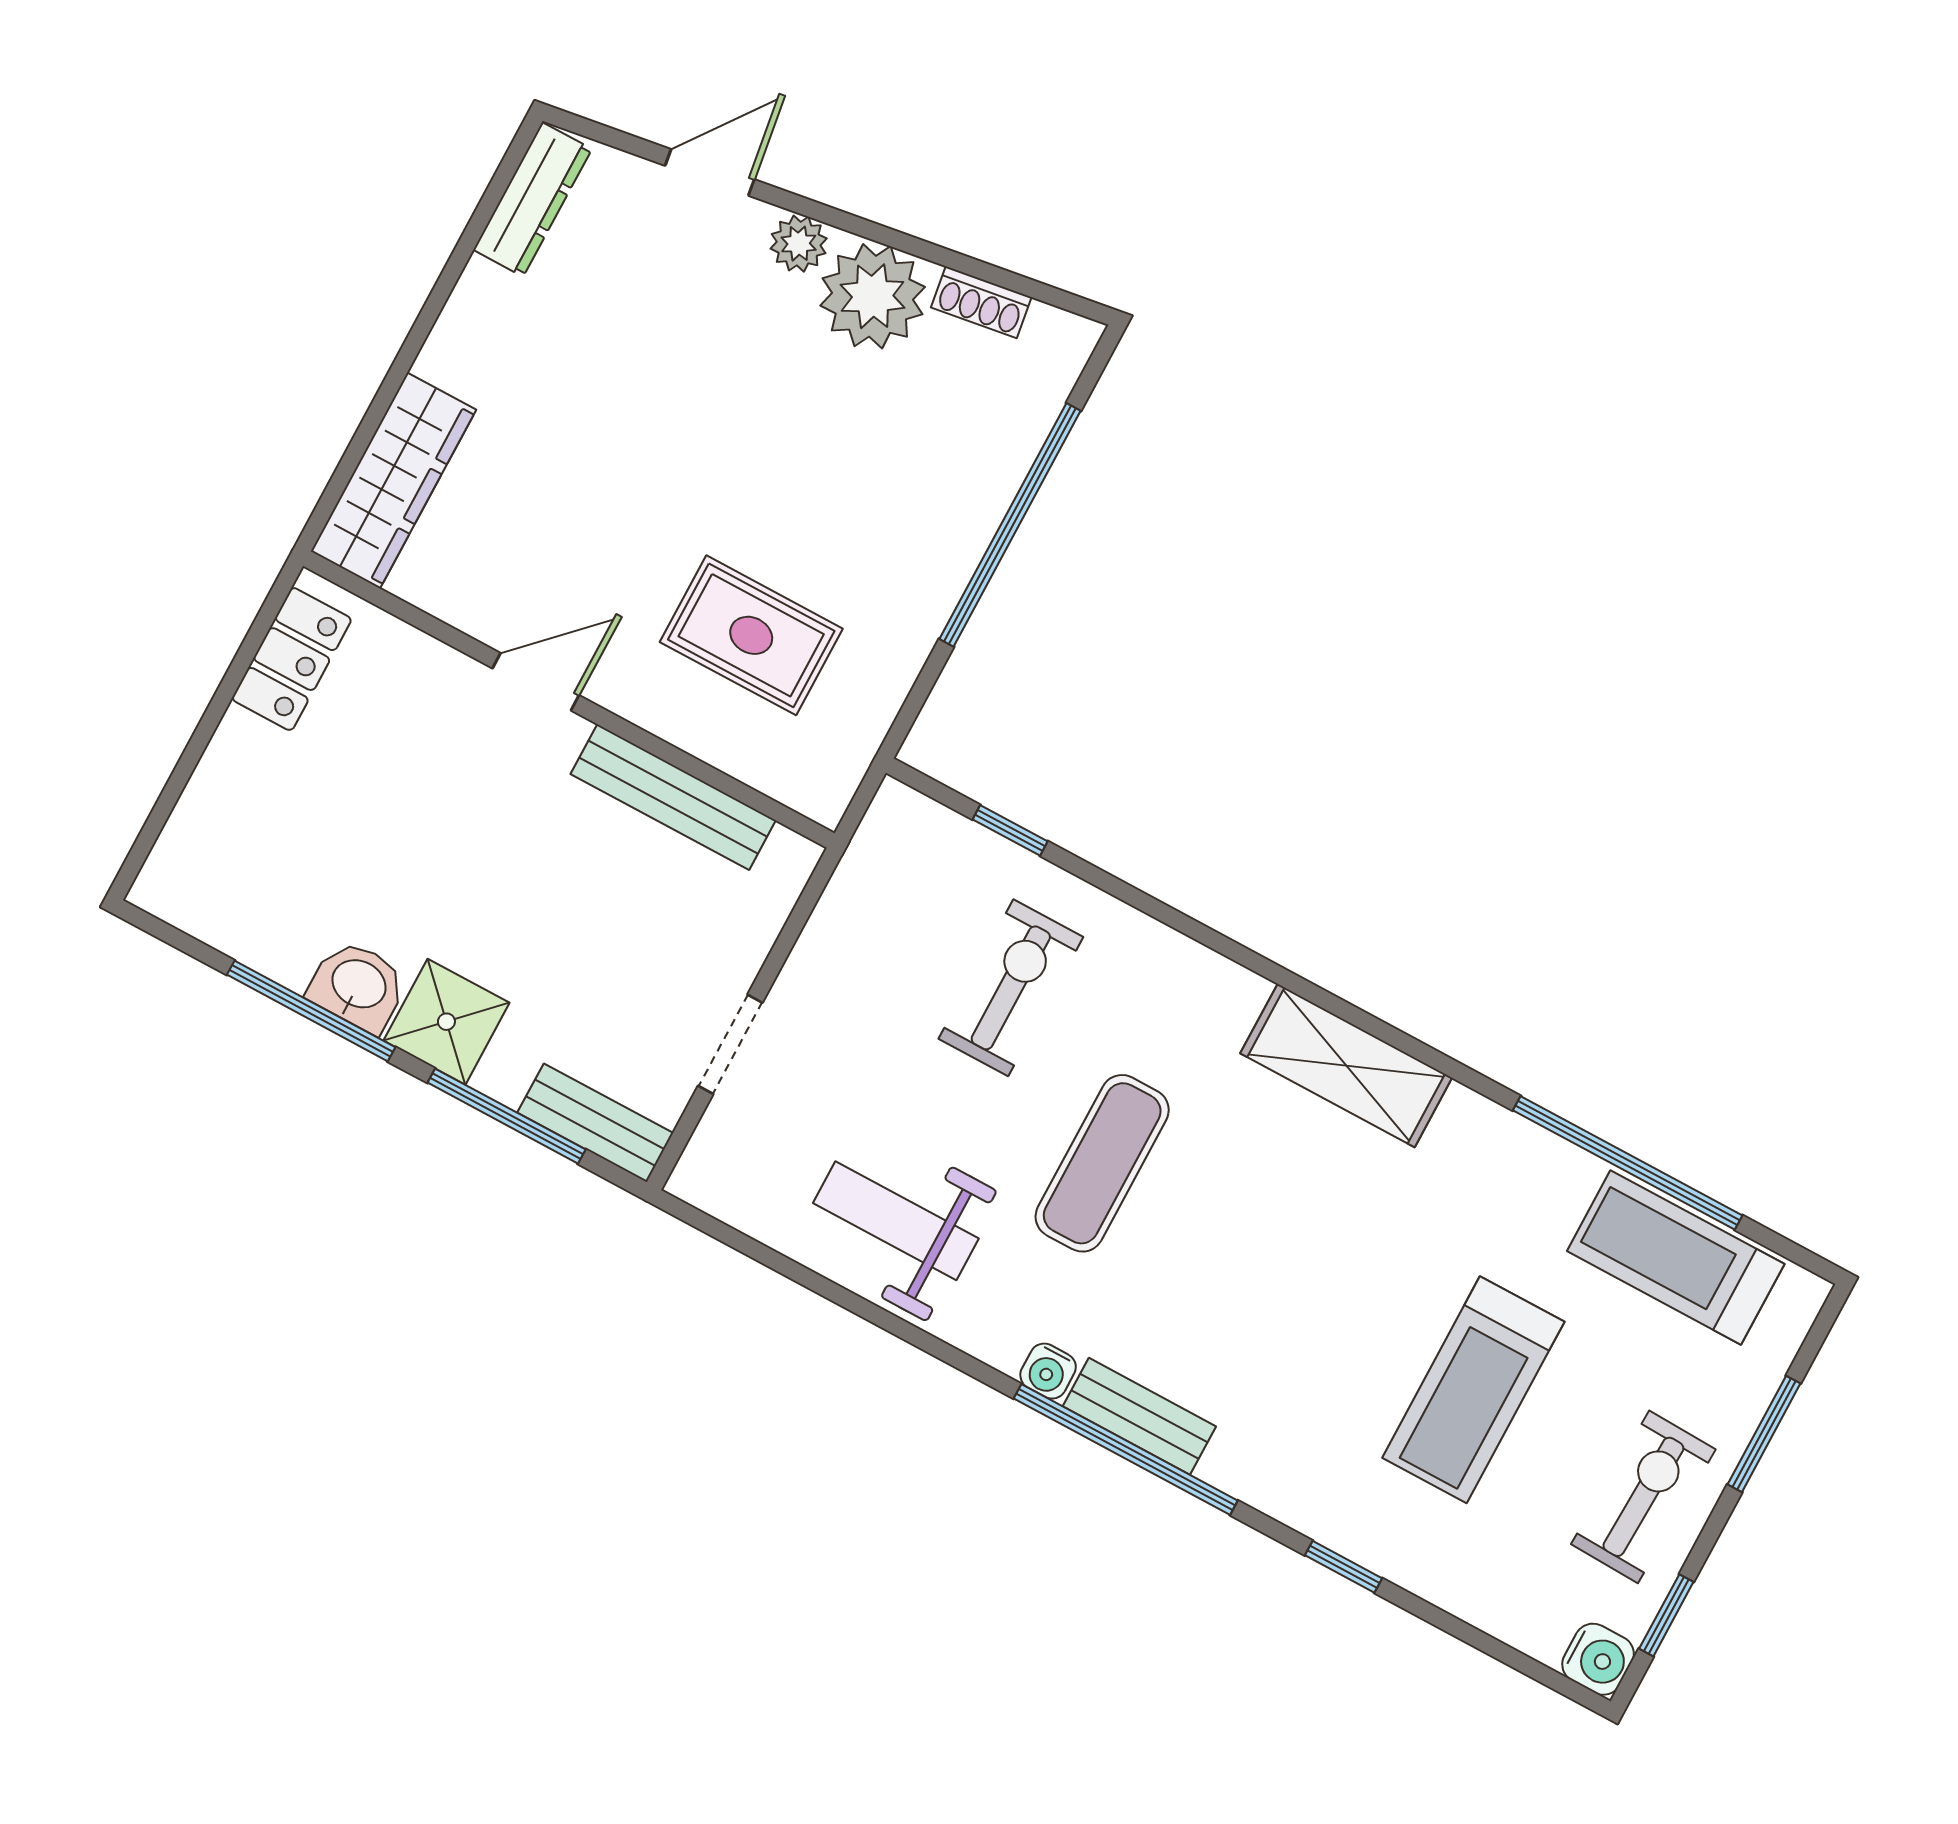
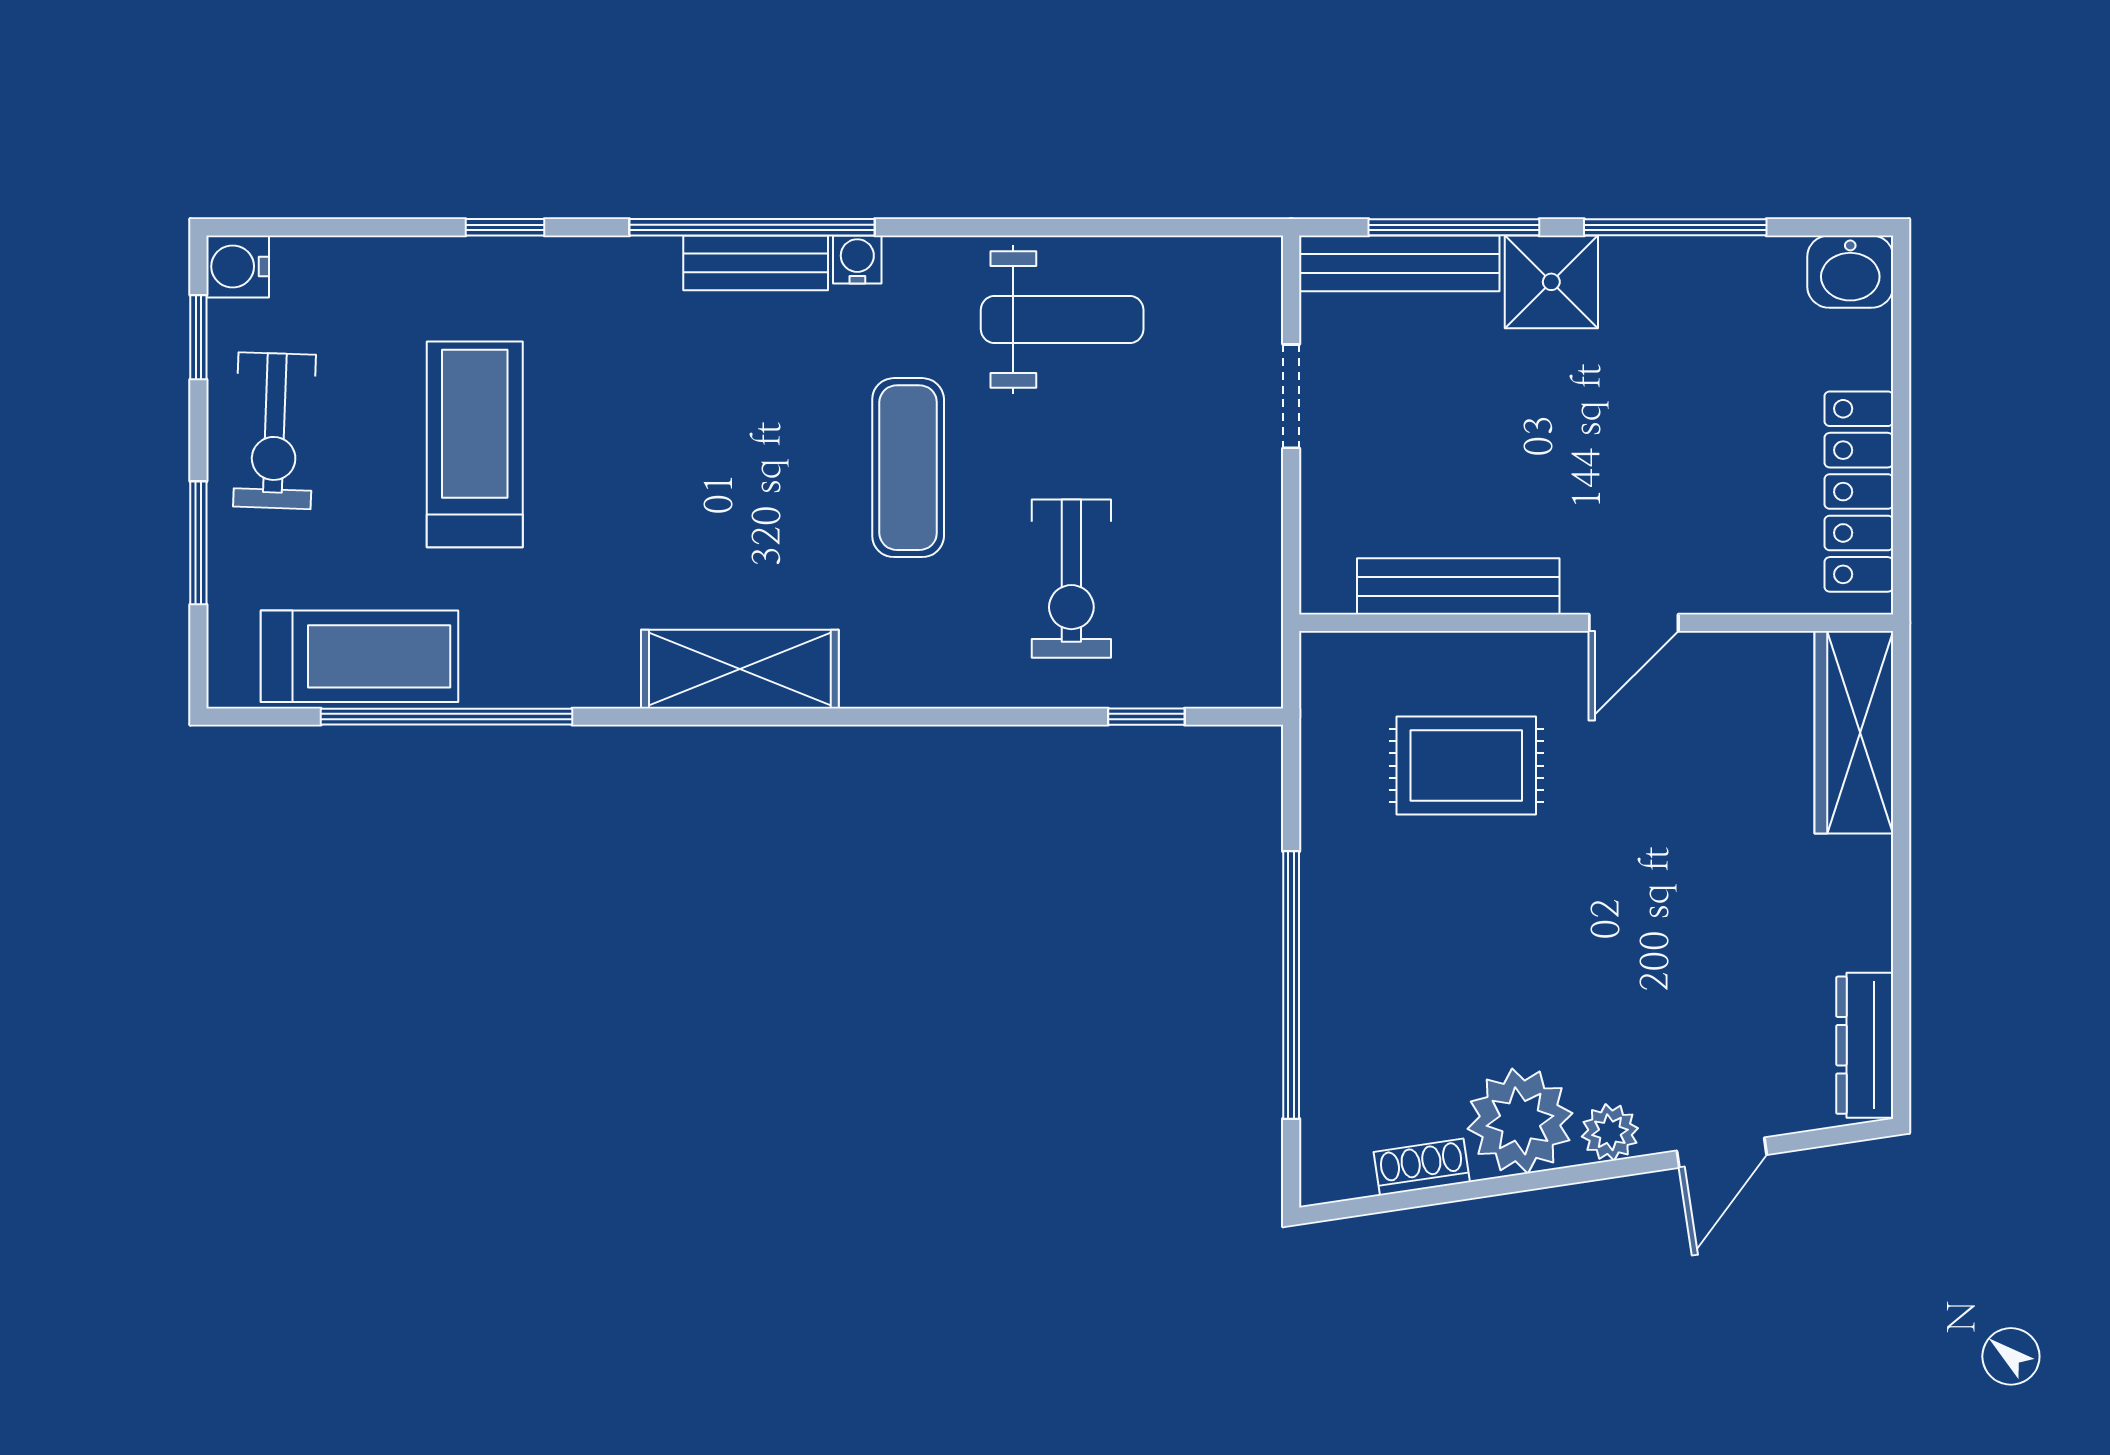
locker: (292, 659) -> (1859, 492), width x1.53
washbasin: (358, 986) -> (1850, 272), moved
bench: (595, 1123) -> (1399, 263), width x1.36

